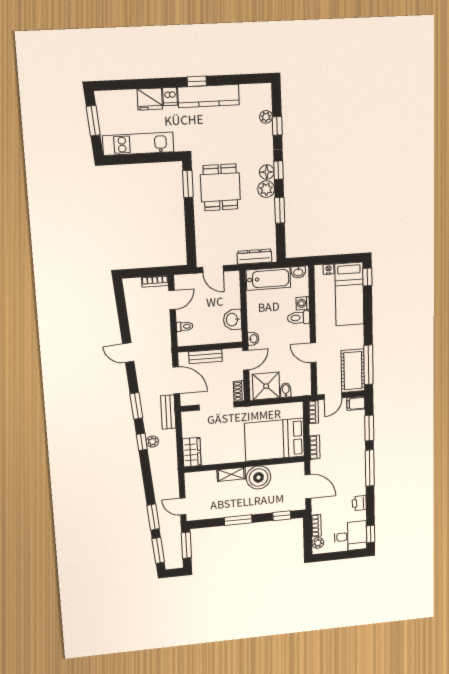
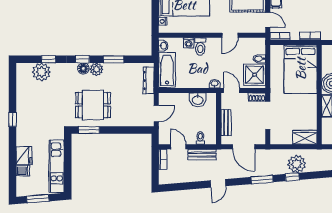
dishwasher: (170, 96) -> (23, 171), moved
kitchen counter: (209, 96) -> (24, 111), removed
plant: (266, 117) -> (42, 72), width x1.88, depth x1.88
door: (176, 380) -> (244, 147), swing flipped
bench: (168, 412) -> (202, 155), moved
plant: (152, 442) -> (297, 164), width x1.87, depth x1.87

